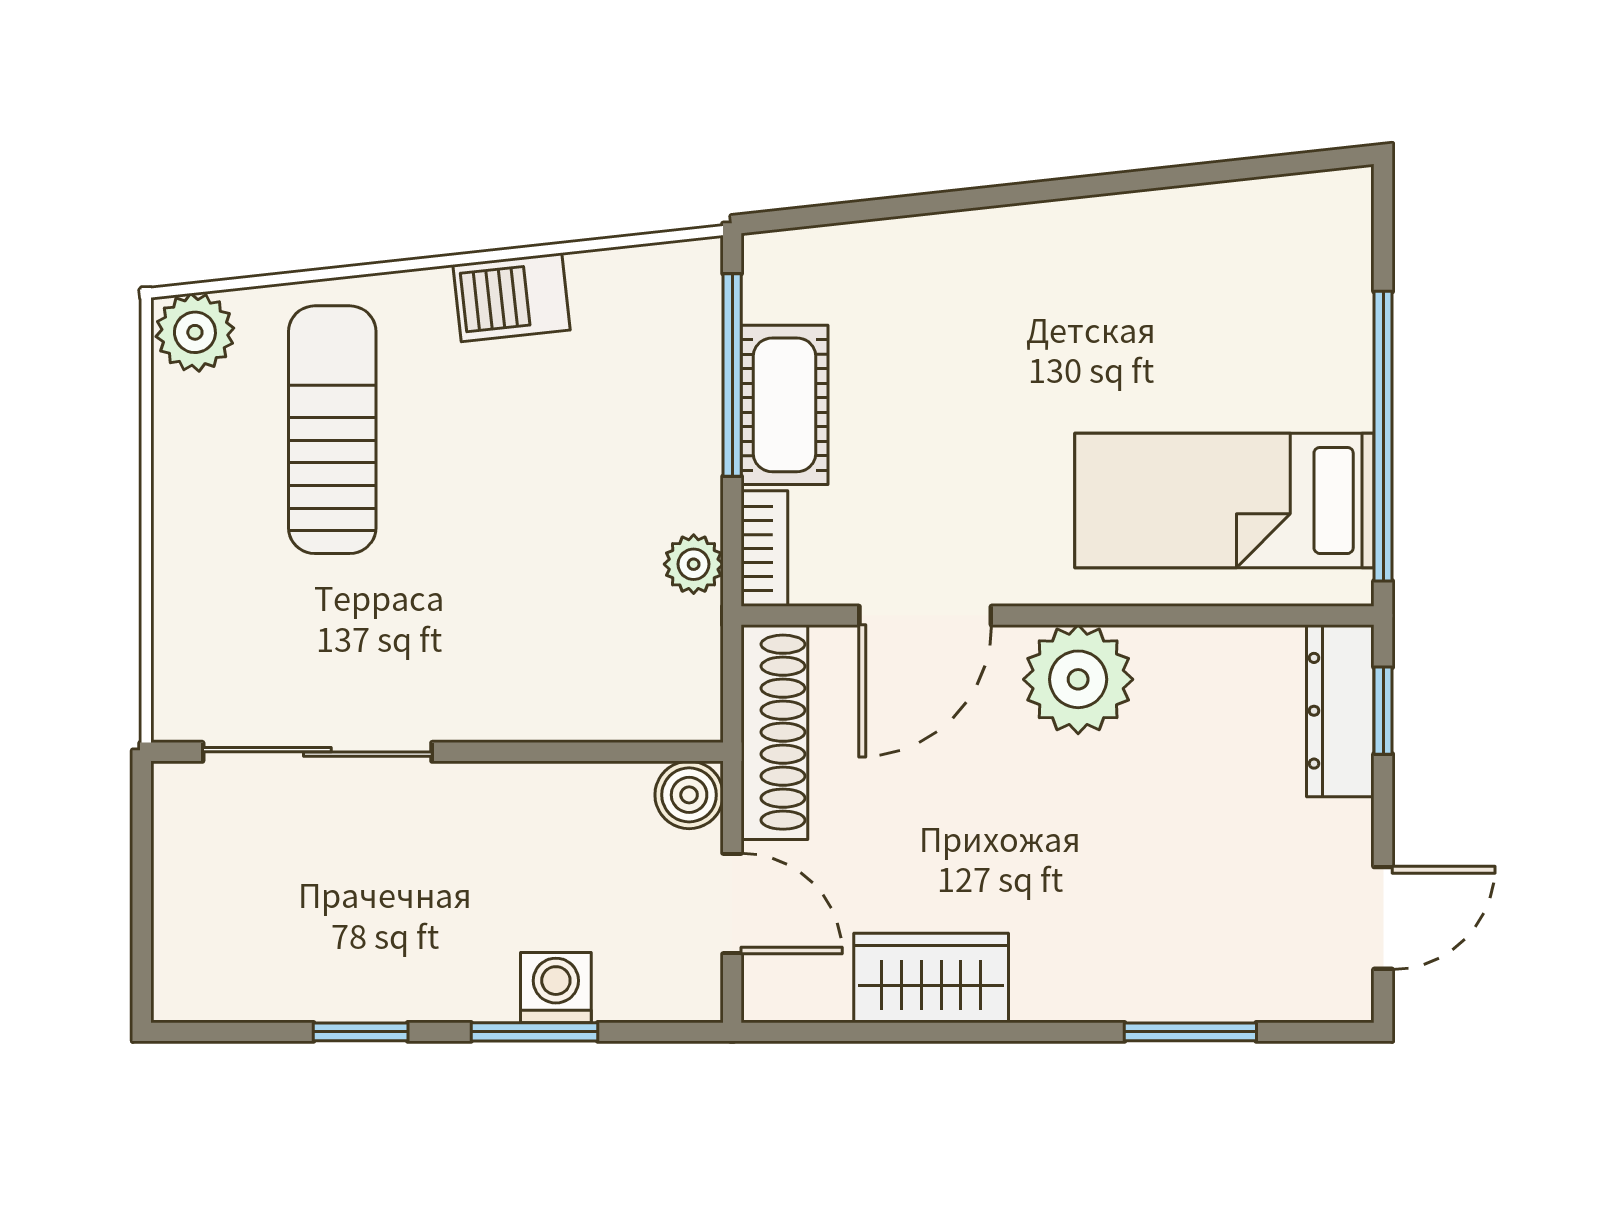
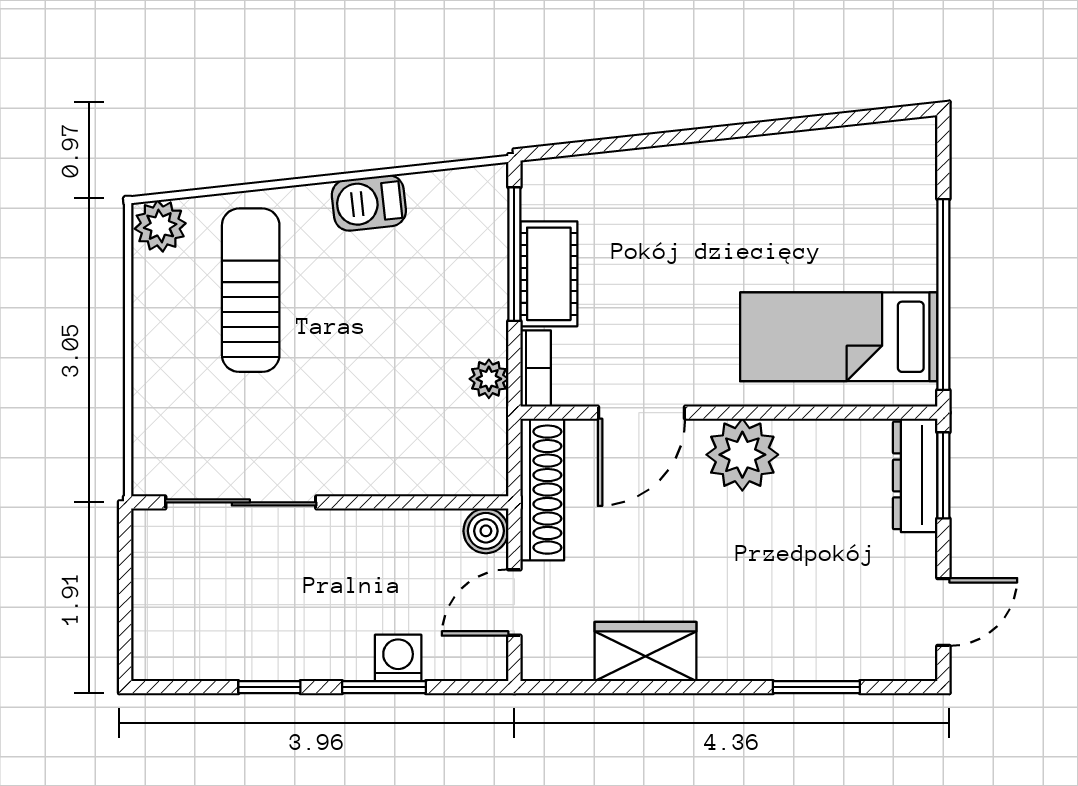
window: (1383, 711) -> (943, 475), width x1.50
door: (732, 904) -> (514, 602), swing flipped

